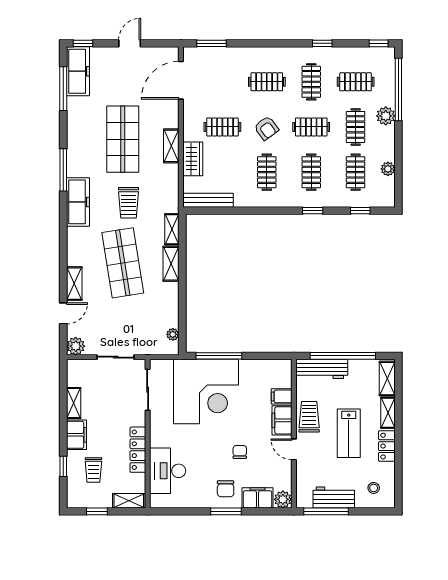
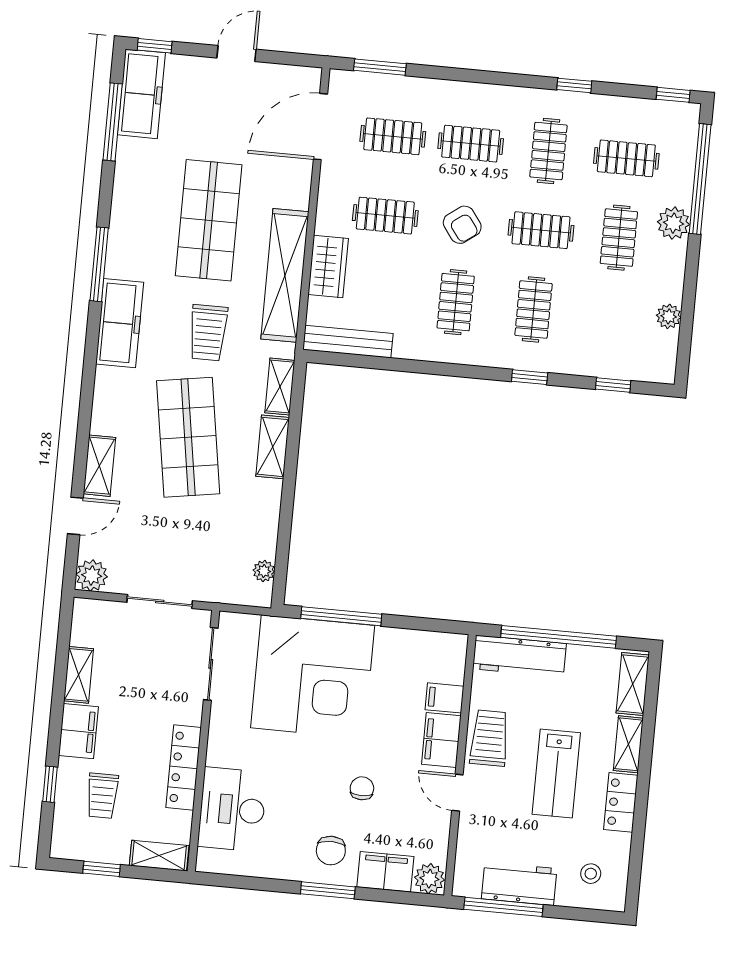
shelving: (171, 146) -> (285, 275), width x2.20, depth x1.33
clothes rail: (356, 172) -> (393, 136), moved, turned 90

